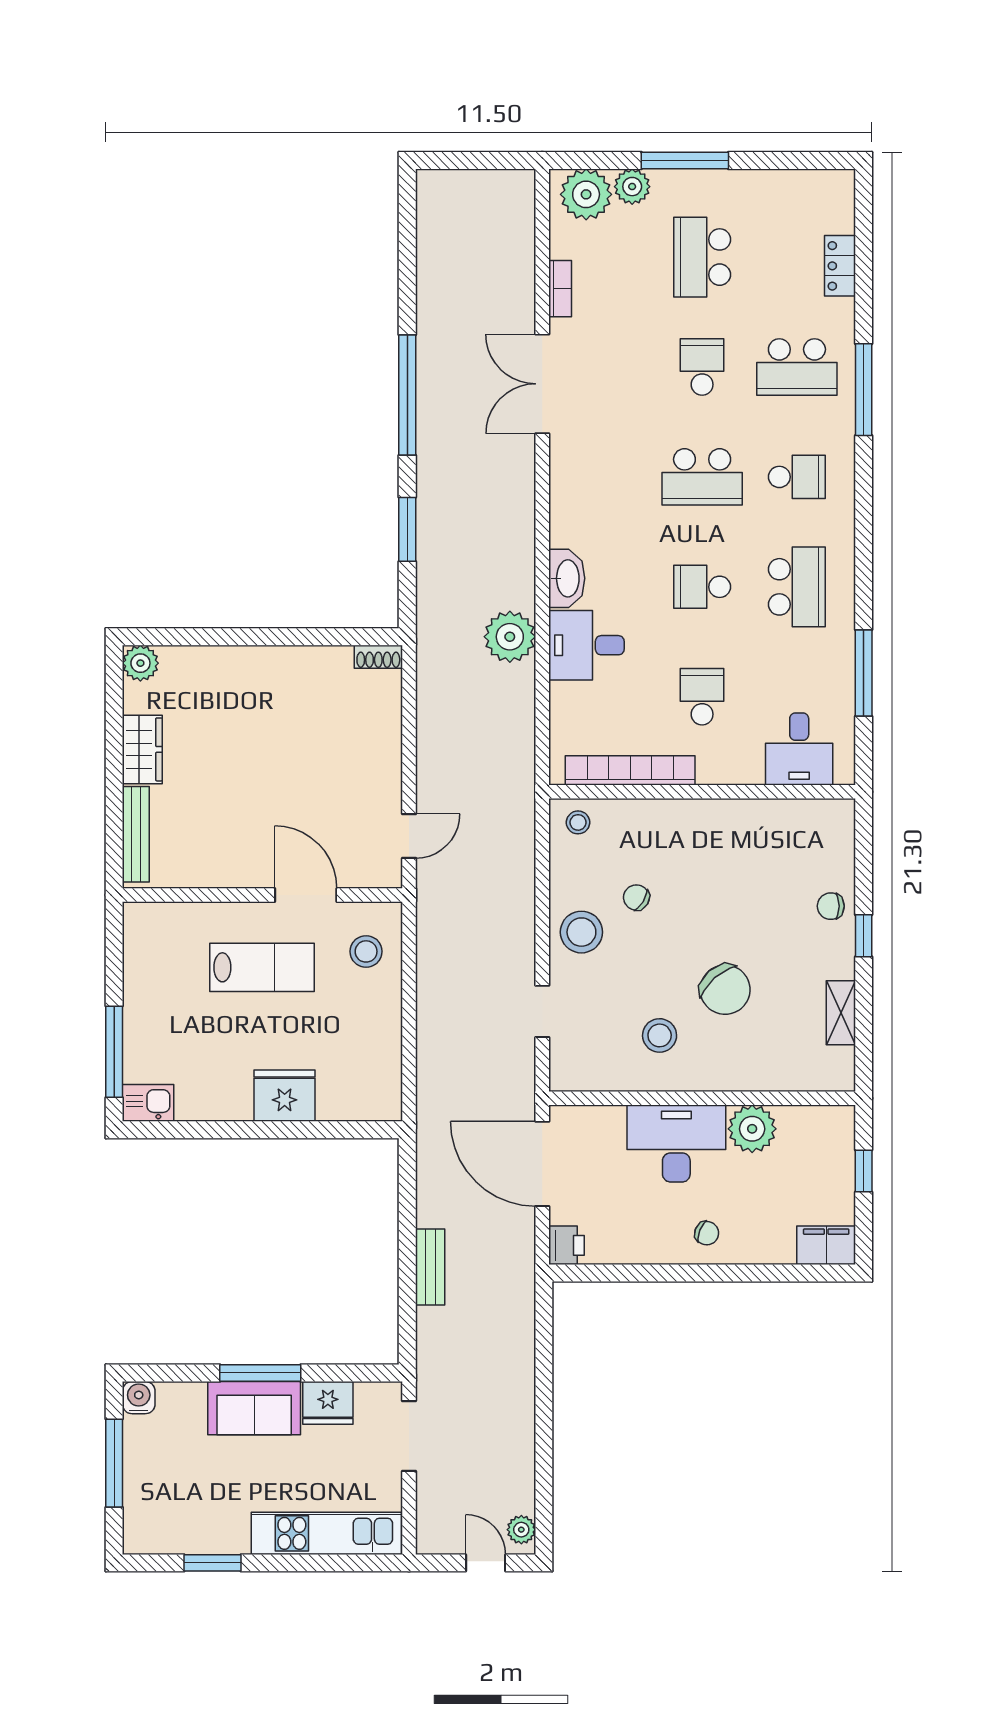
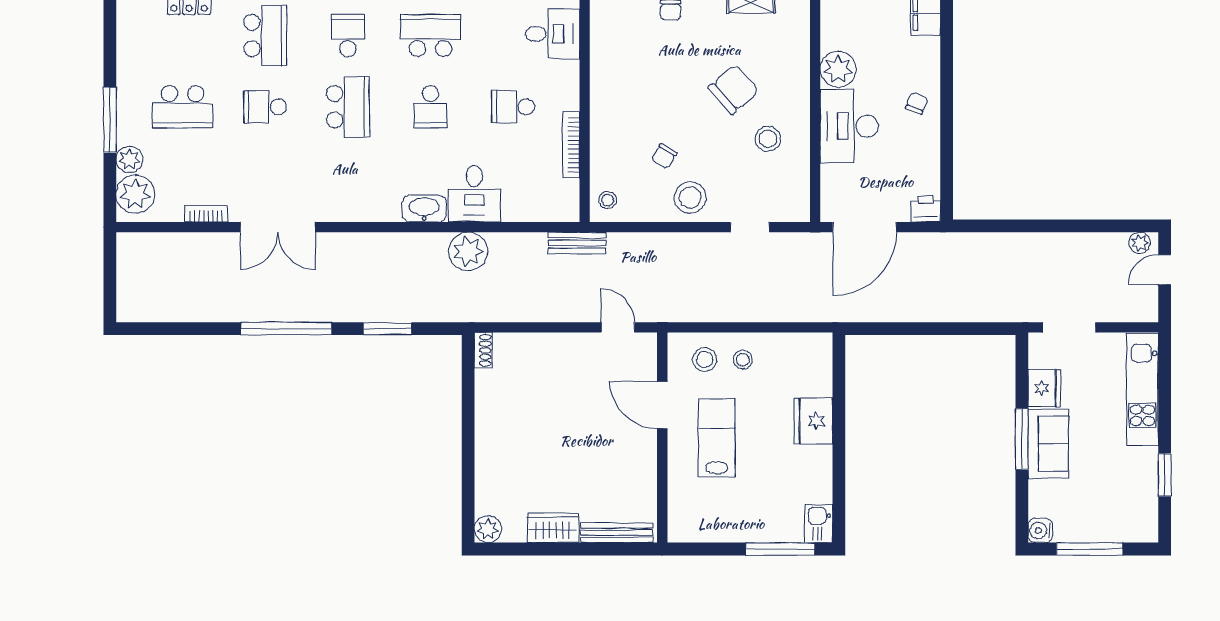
bookcase: (630, 770) -> (571, 145), width x0.68, depth x0.76
door: (306, 895) -> (662, 405), hinge flipped
stool: (366, 1002) -> (743, 360), added
bench: (430, 1267) -> (577, 243), moved

